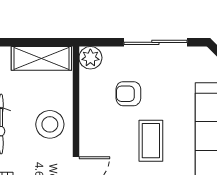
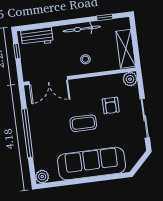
armchair: (128, 94) -> (111, 105), turned 180
stool: (50, 124) -> (85, 59), width x0.53, depth x0.53

